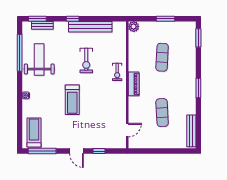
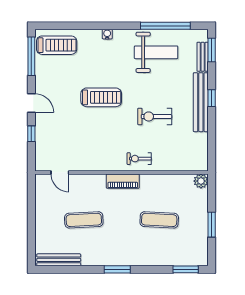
bench: (90, 27) -> (201, 102), moved
treadmill: (72, 100) -> (101, 97), turned 180
door: (76, 151) -> (31, 103), swing flipped

